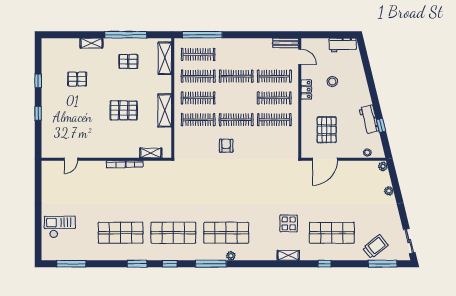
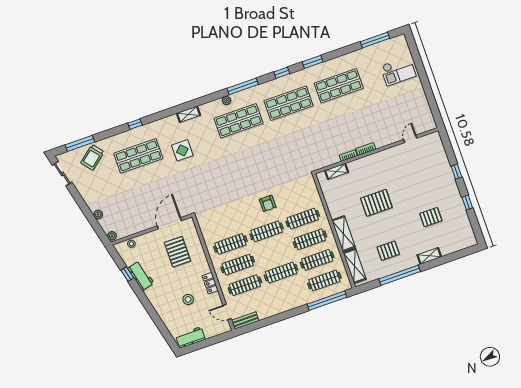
shelving: (165, 110) -> (343, 234), moved
shelving: (288, 255) -> (188, 114), moved

